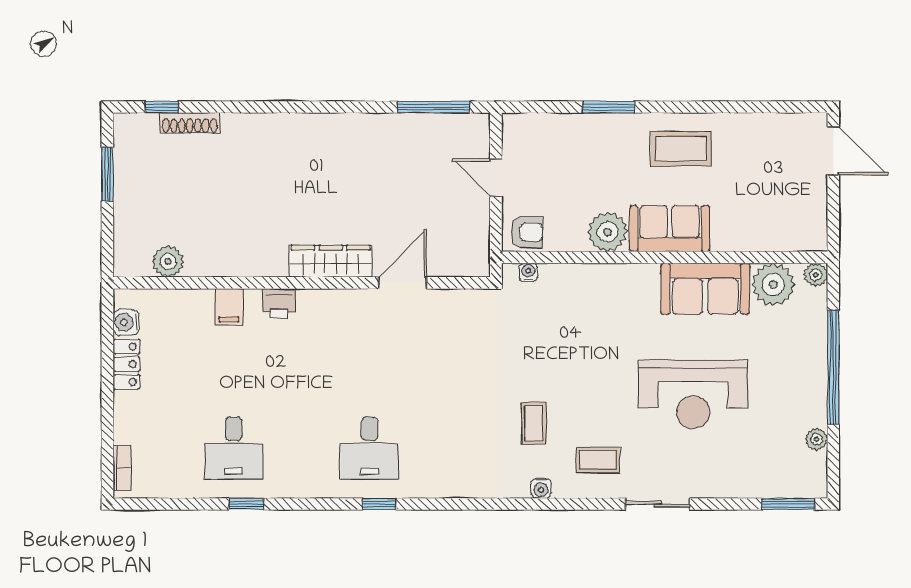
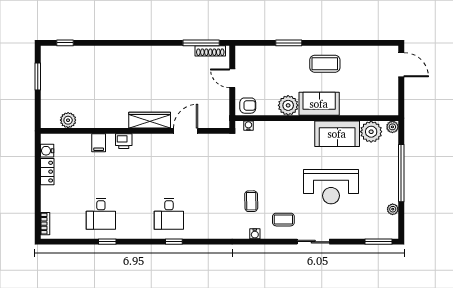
shoe rack: (190, 123) -> (210, 51), moved

